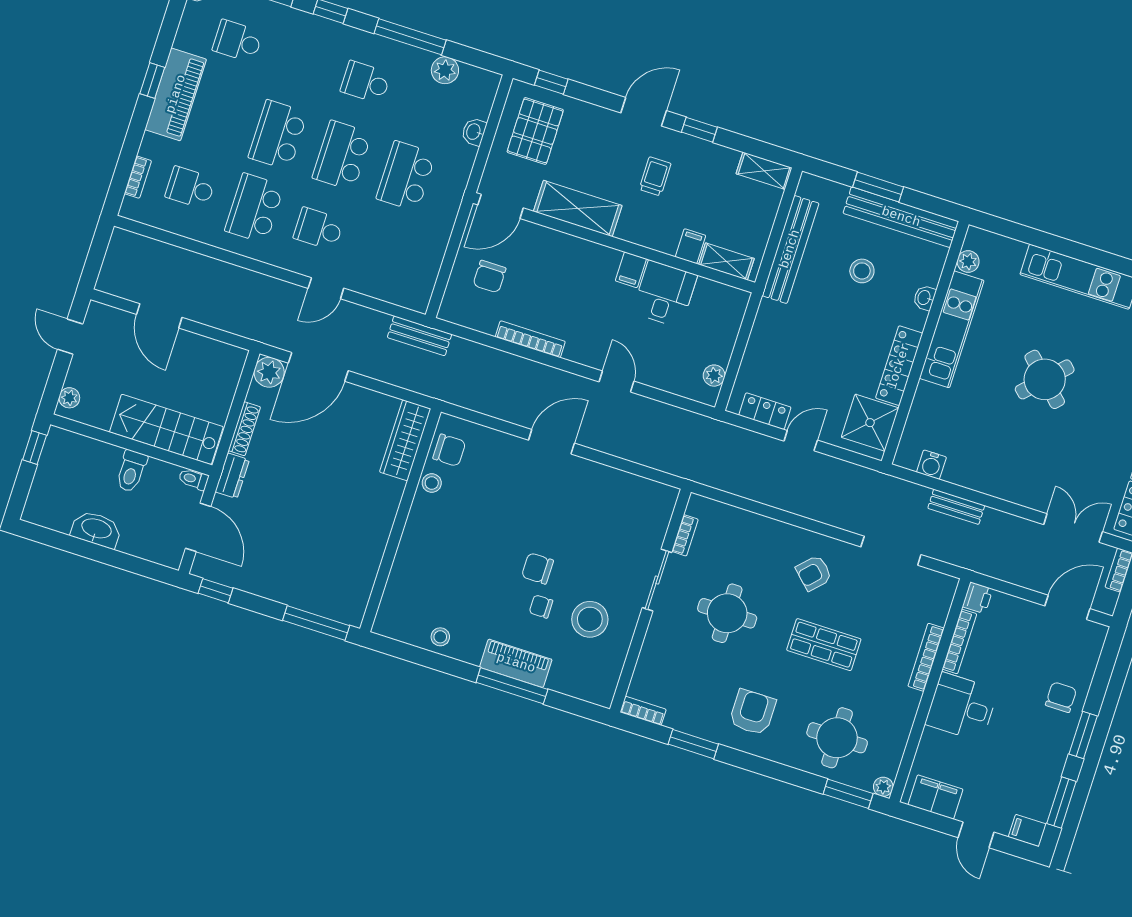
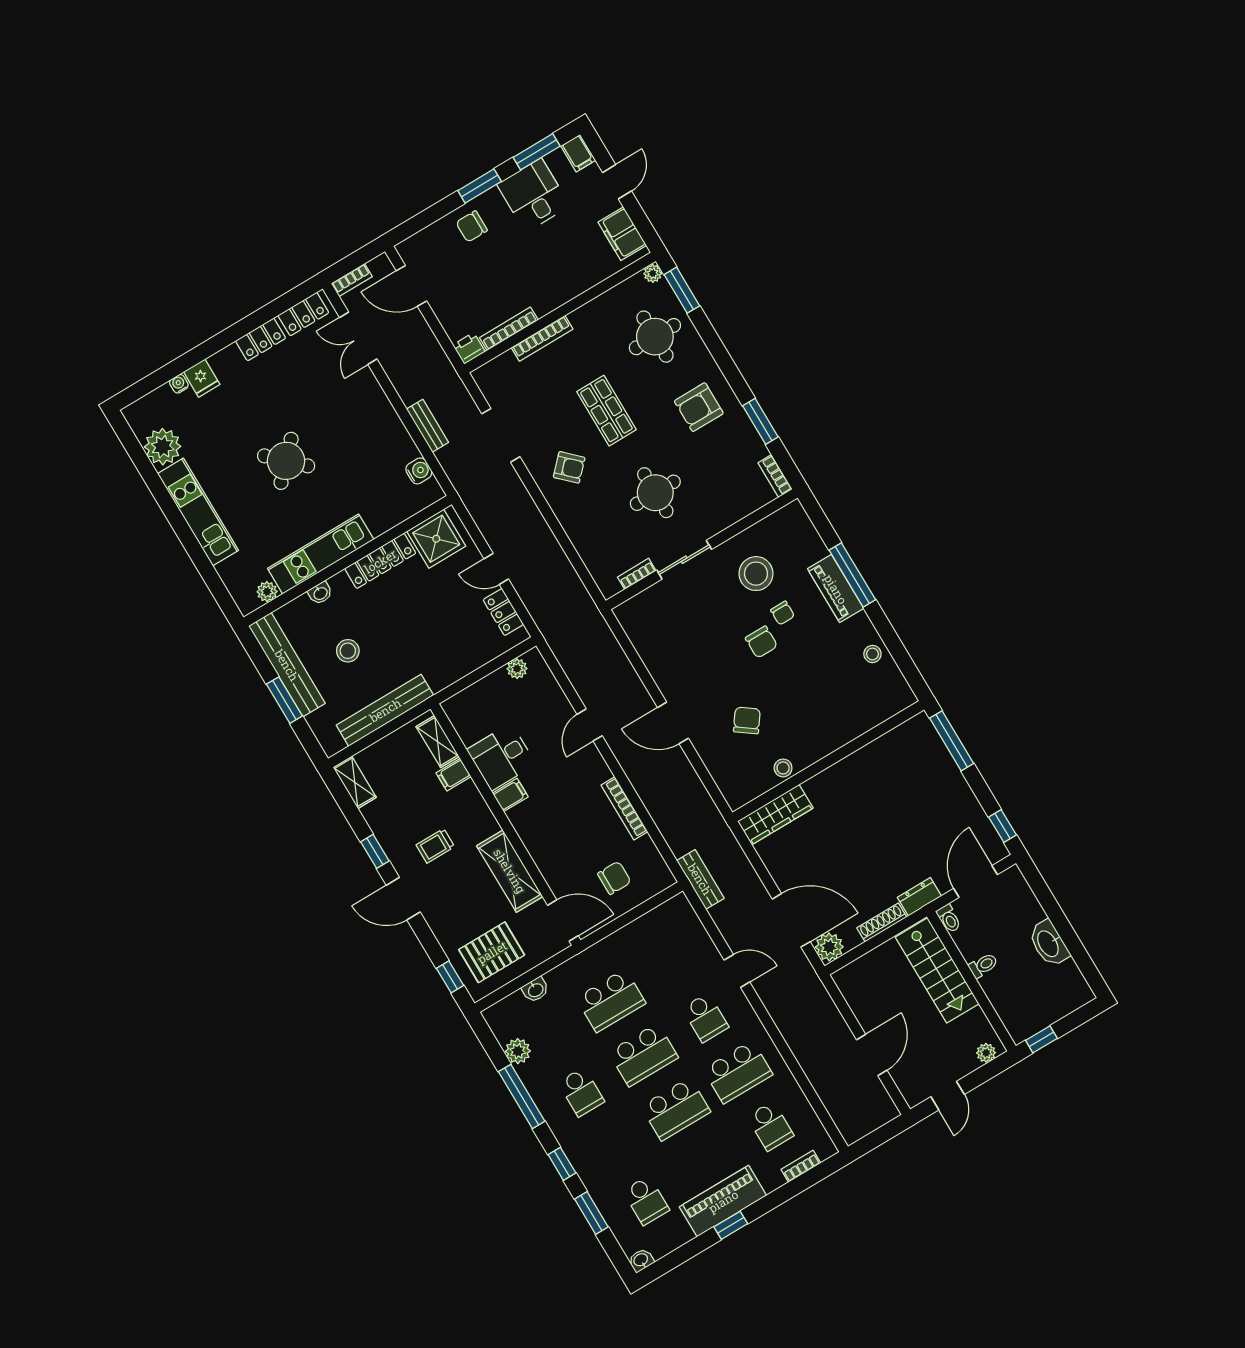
chair: (449, 450) -> (747, 720), moved, turned 36
toilet: (131, 471) -> (983, 965), width x0.73, depth x0.72
desk: (962, 707) -> (533, 195), moved, turned 180

